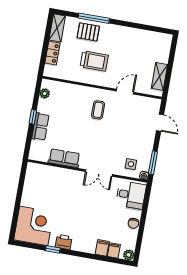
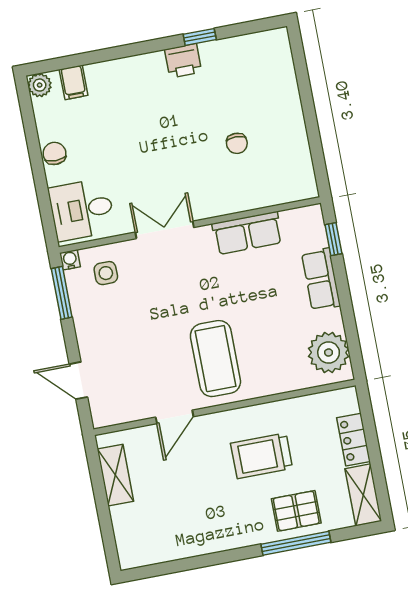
plant: (45, 93) -> (329, 353), width x1.87, depth x1.87
coffee table: (98, 110) -> (215, 359), width x1.86, depth x1.72
window: (33, 117) -> (333, 239), moved
chair: (54, 198) -> (237, 143), added
corner desk: (34, 226) -> (257, 70), removed
filing cabinet: (102, 248) -> (100, 79), removed

